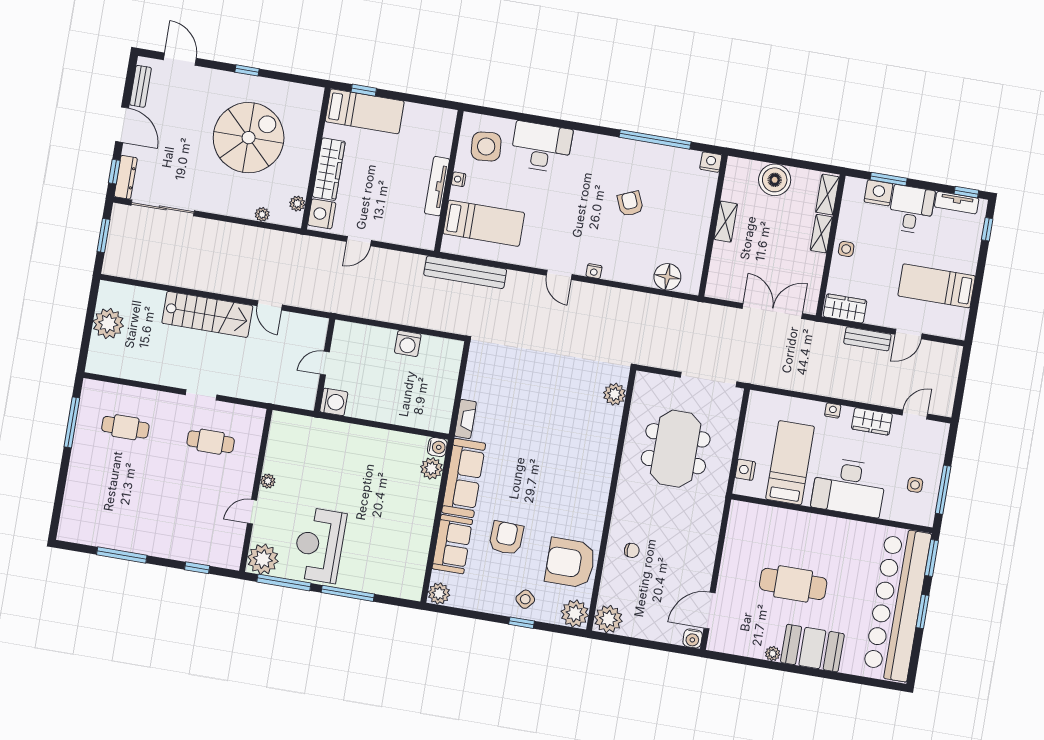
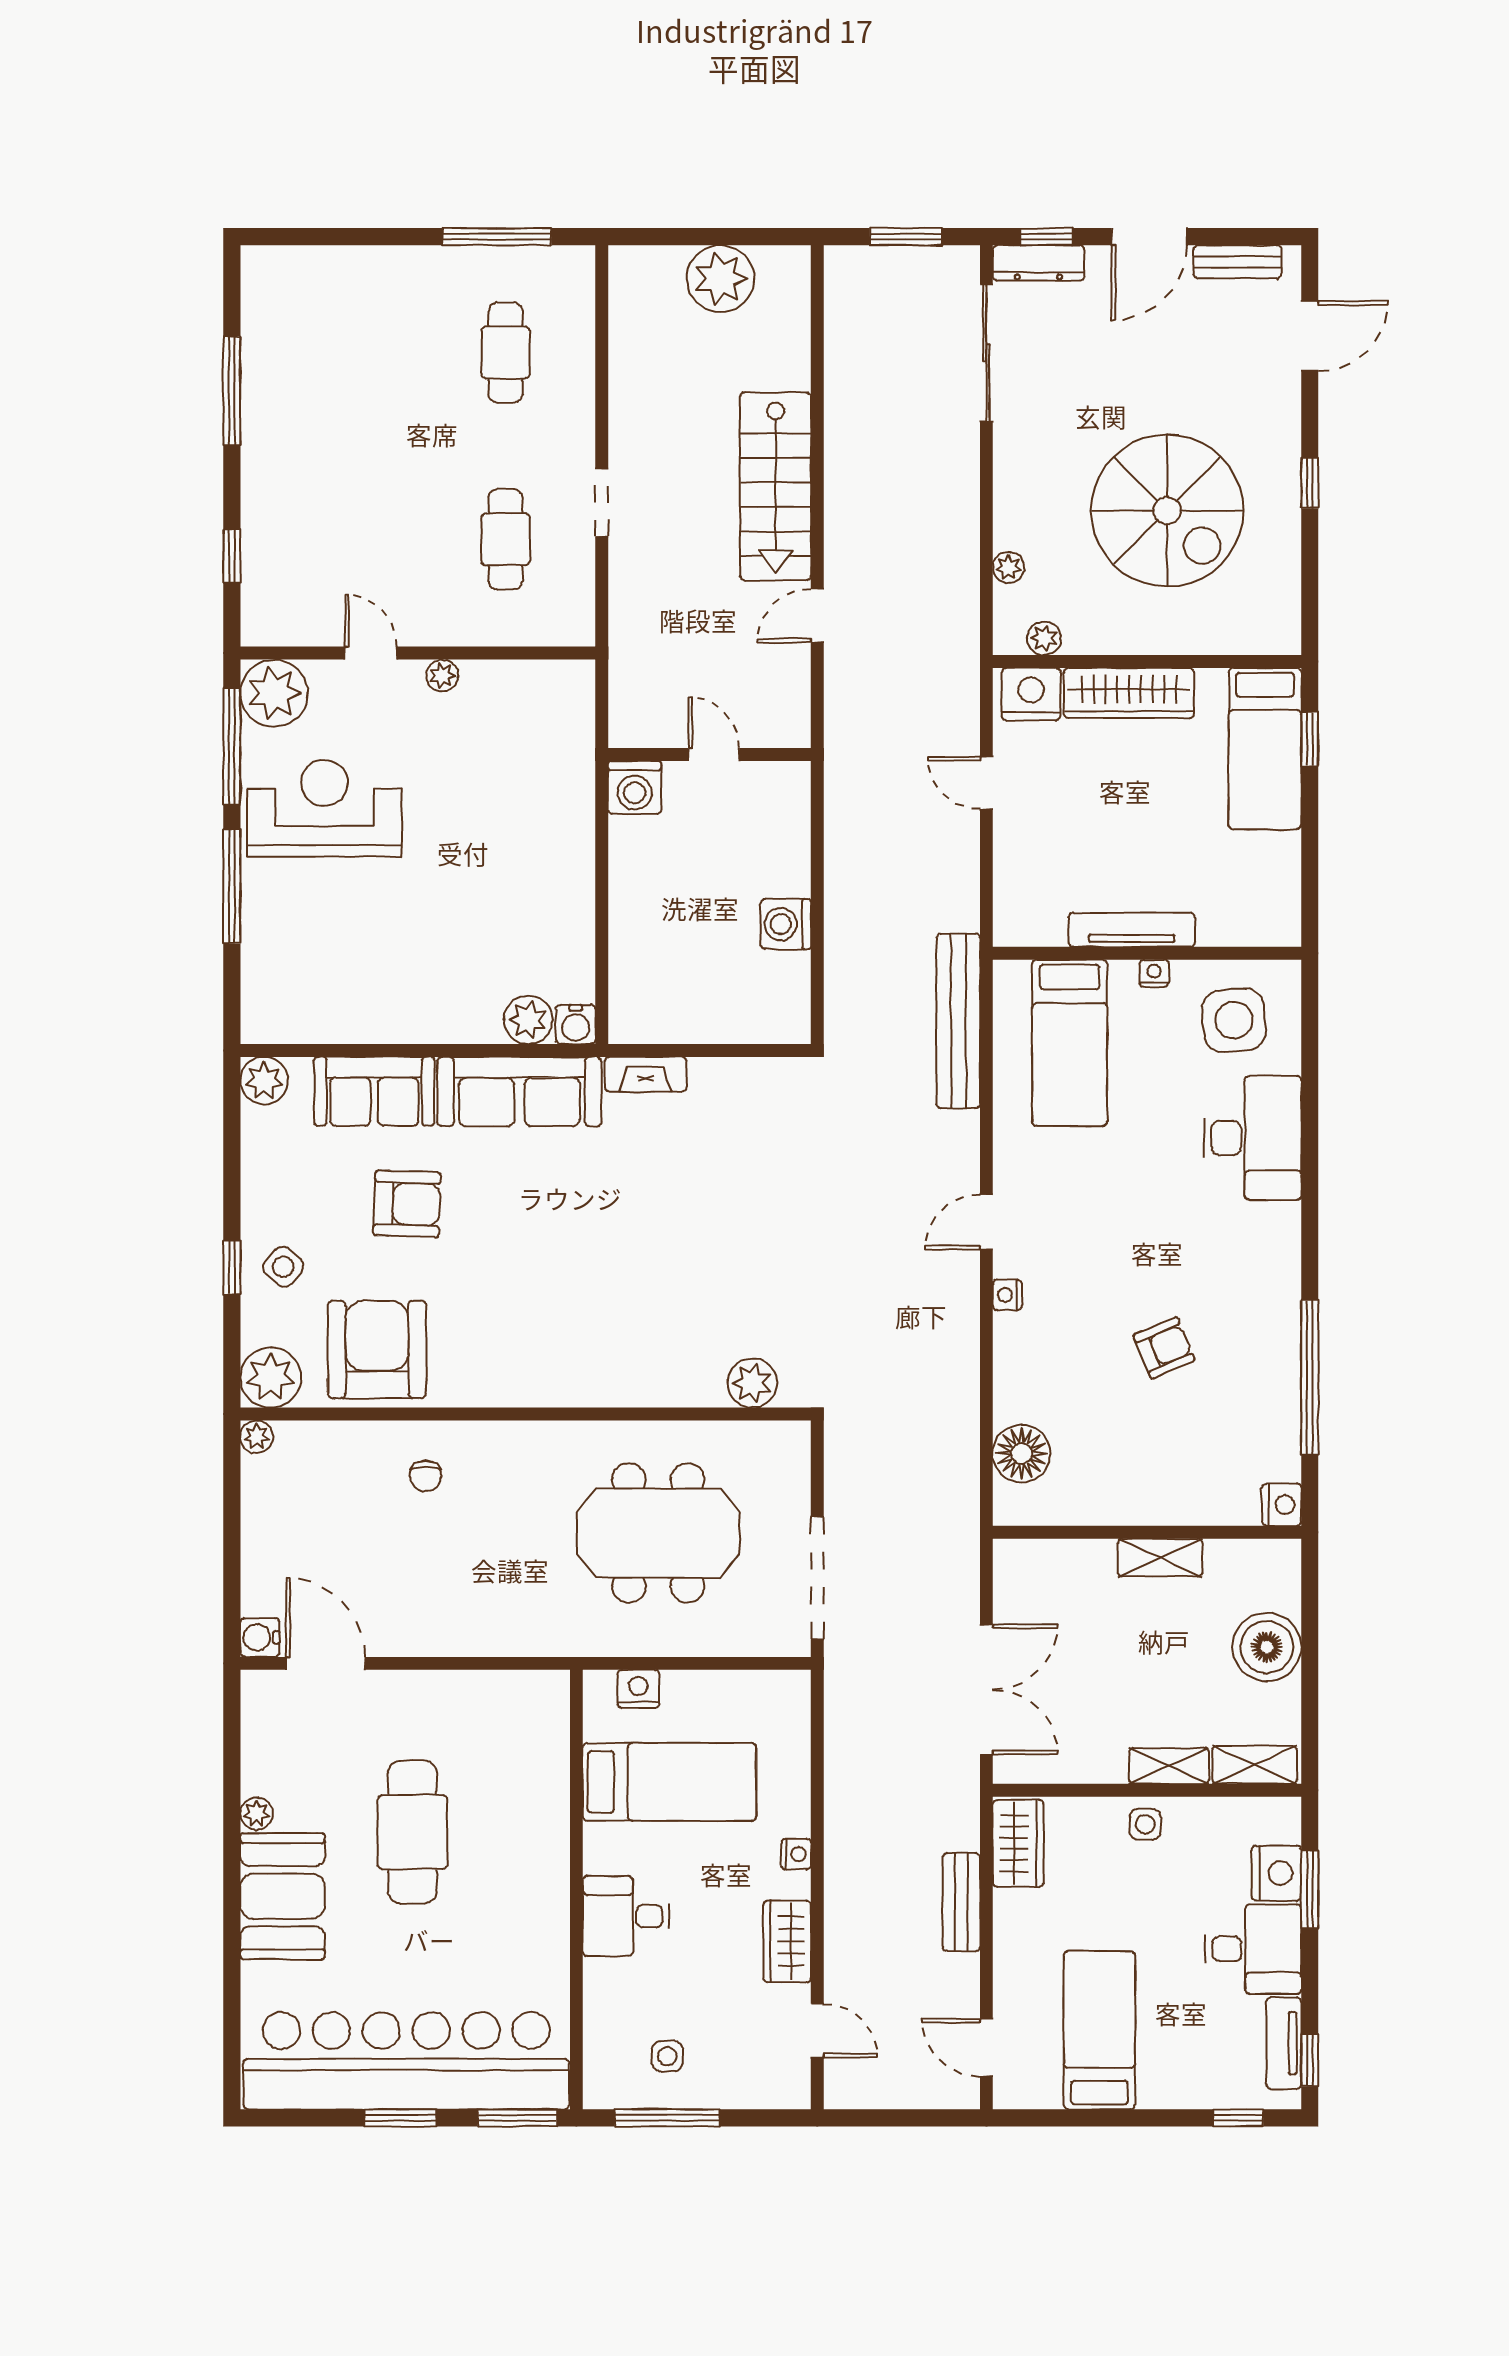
door: (908, 334) -> (986, 2048), moved
desk: (849, 487) -> (626, 1916), width x0.53, depth x0.77
plant: (608, 619) -> (257, 1437), width x0.53, depth x0.53

